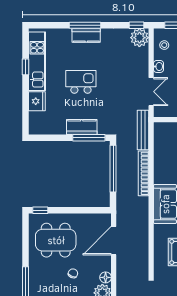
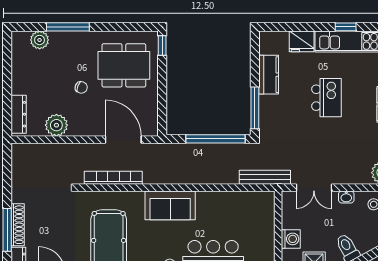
kitchen counter: (82, 127) -> (269, 75), moved
bookcase: (144, 173) -> (113, 178), moved
dining table: (56, 240) -> (124, 65), turned 90
floor lamp: (106, 277) -> (76, 129), removed

